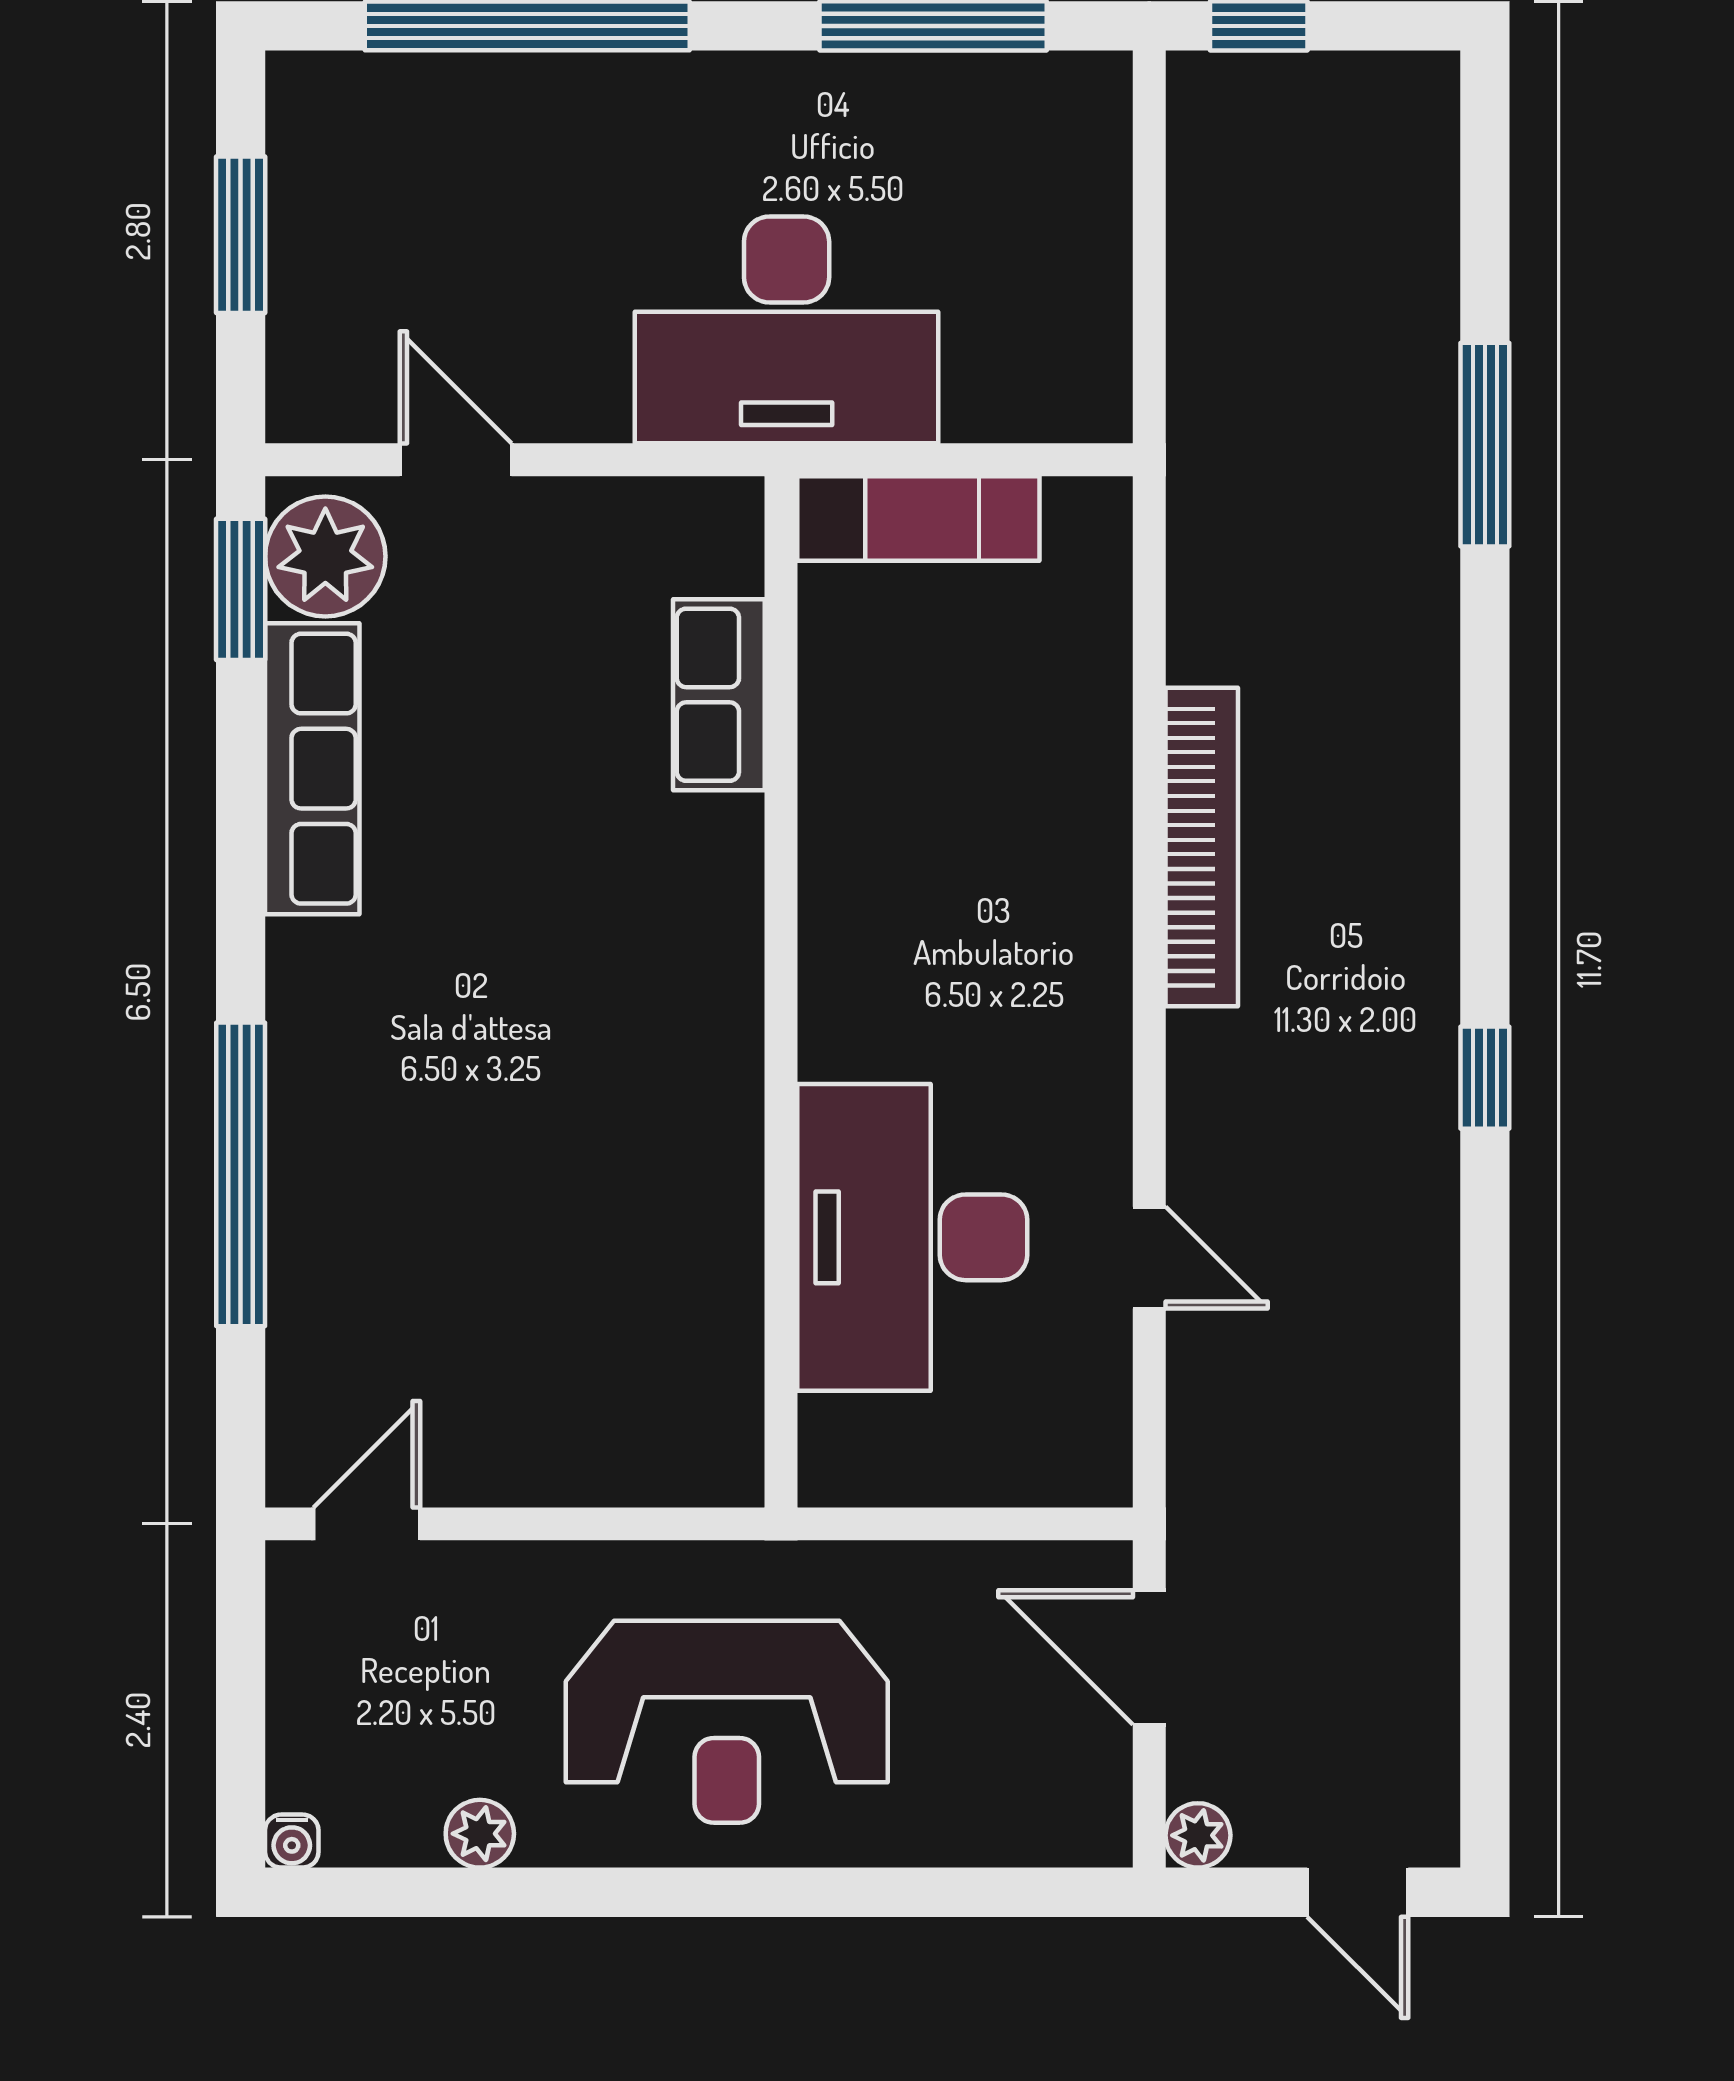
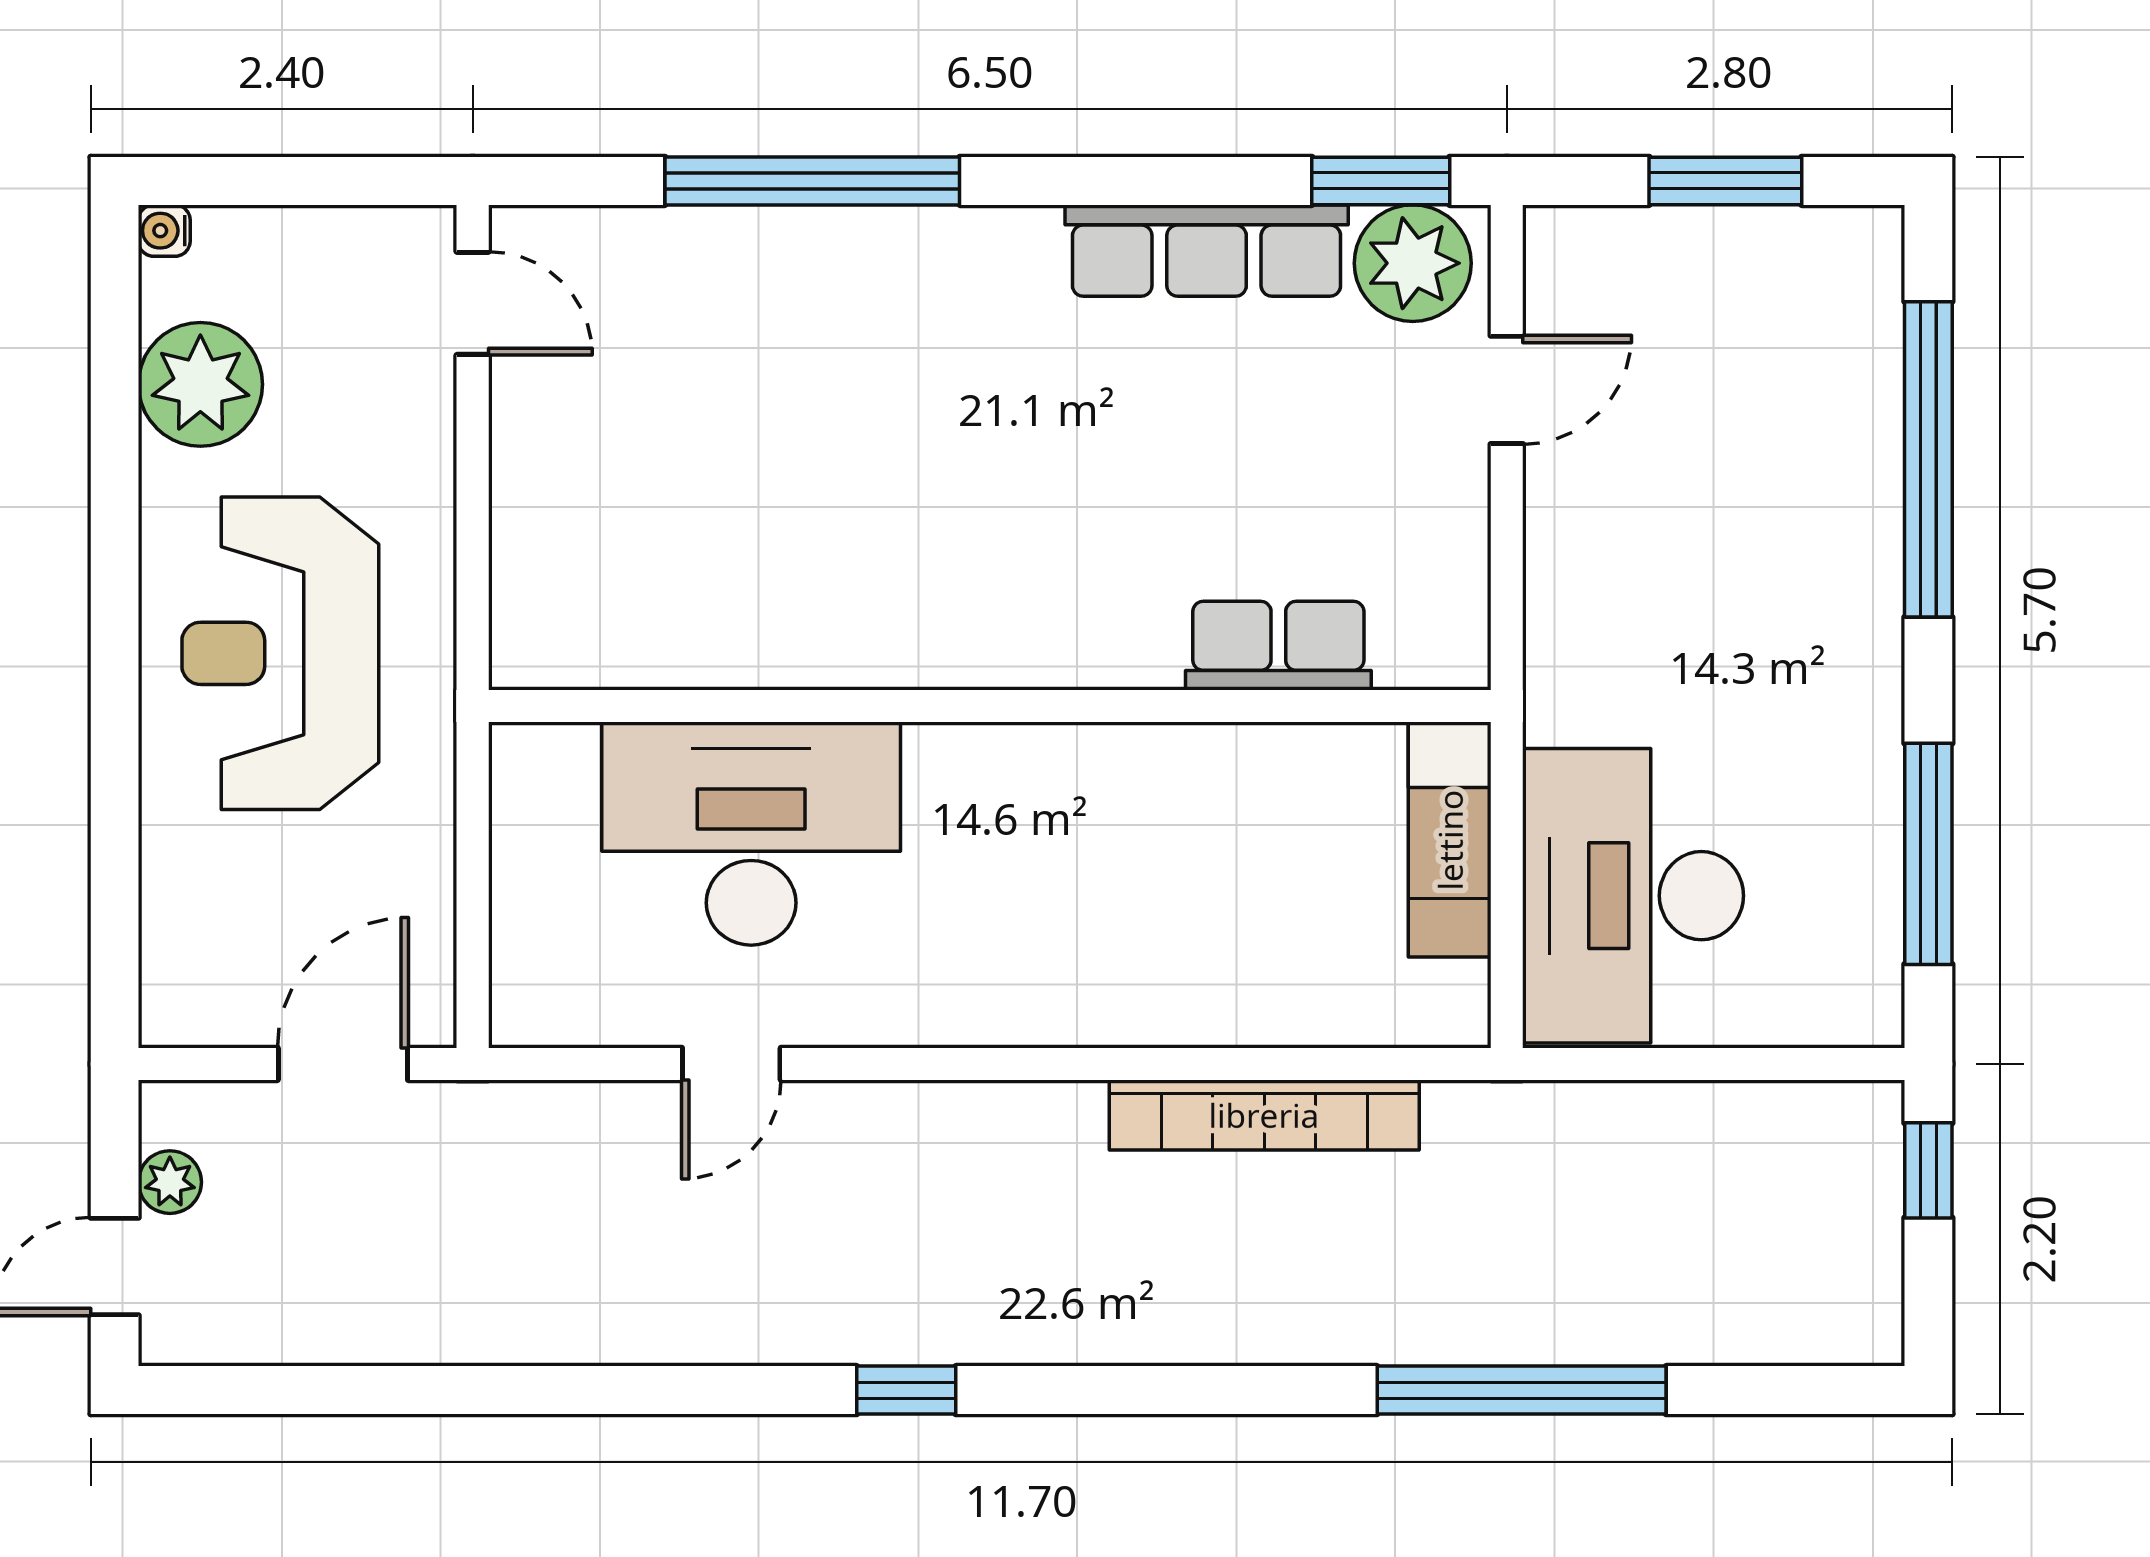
desk: (787, 330) -> (1633, 896), moved
window: (1485, 445) -> (1522, 1390), width x1.46
bookcase: (1202, 847) -> (1264, 1115), moved
plant: (480, 1834) -> (200, 384), width x1.88, depth x1.88
plant: (1198, 1835) -> (170, 1182), moved

